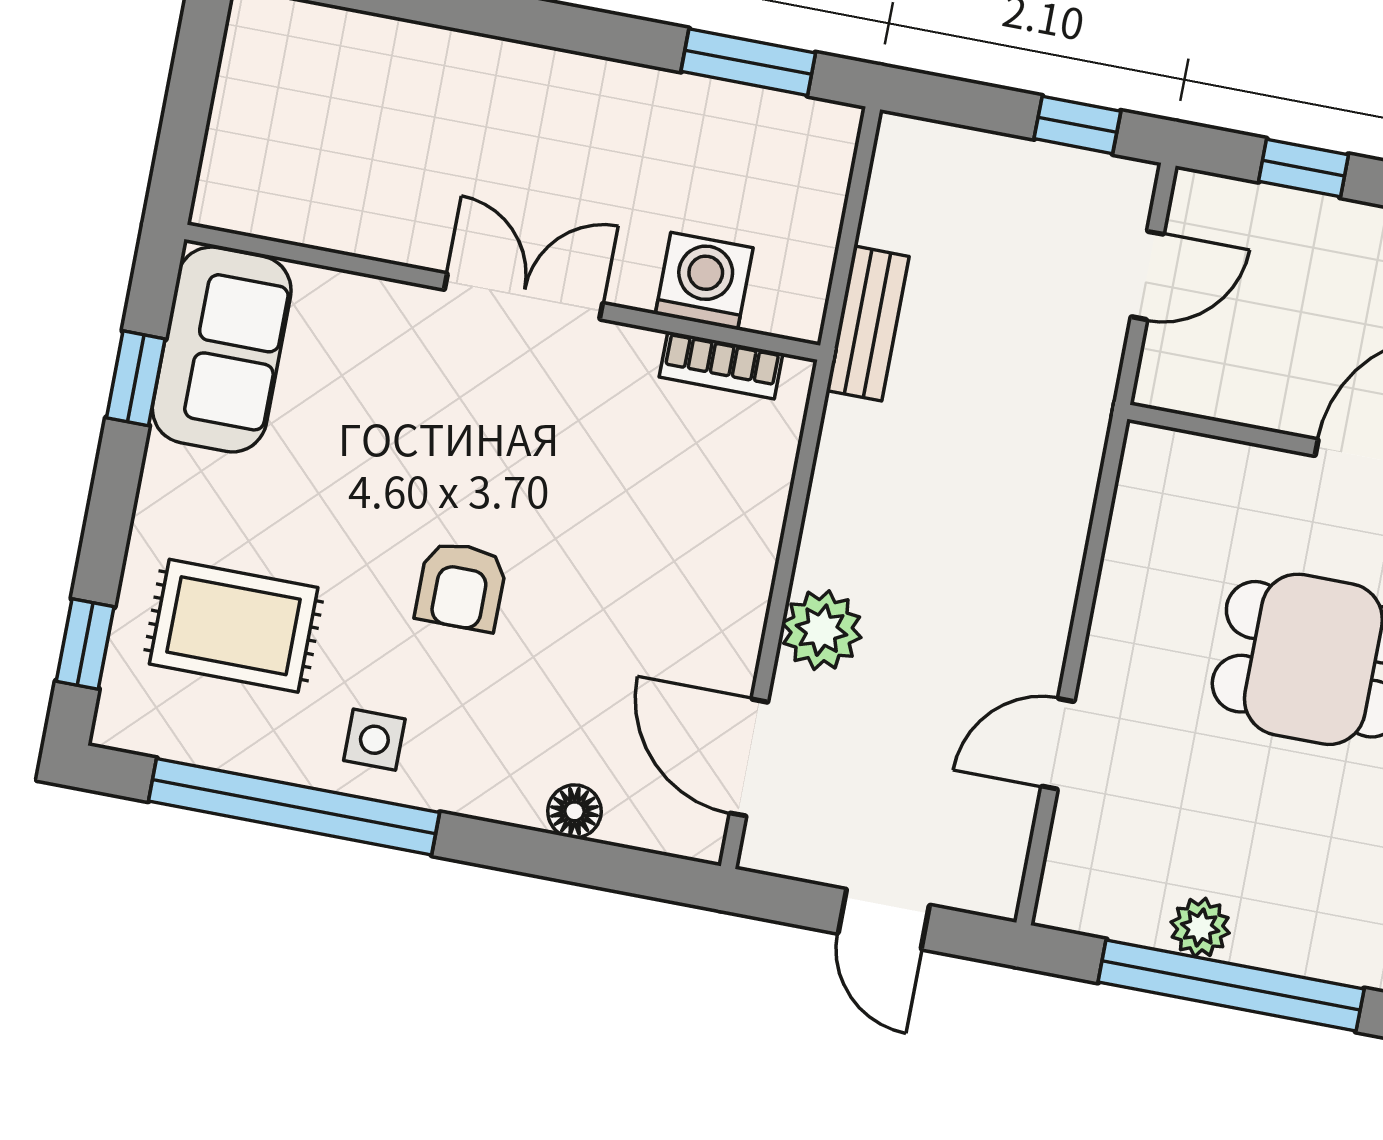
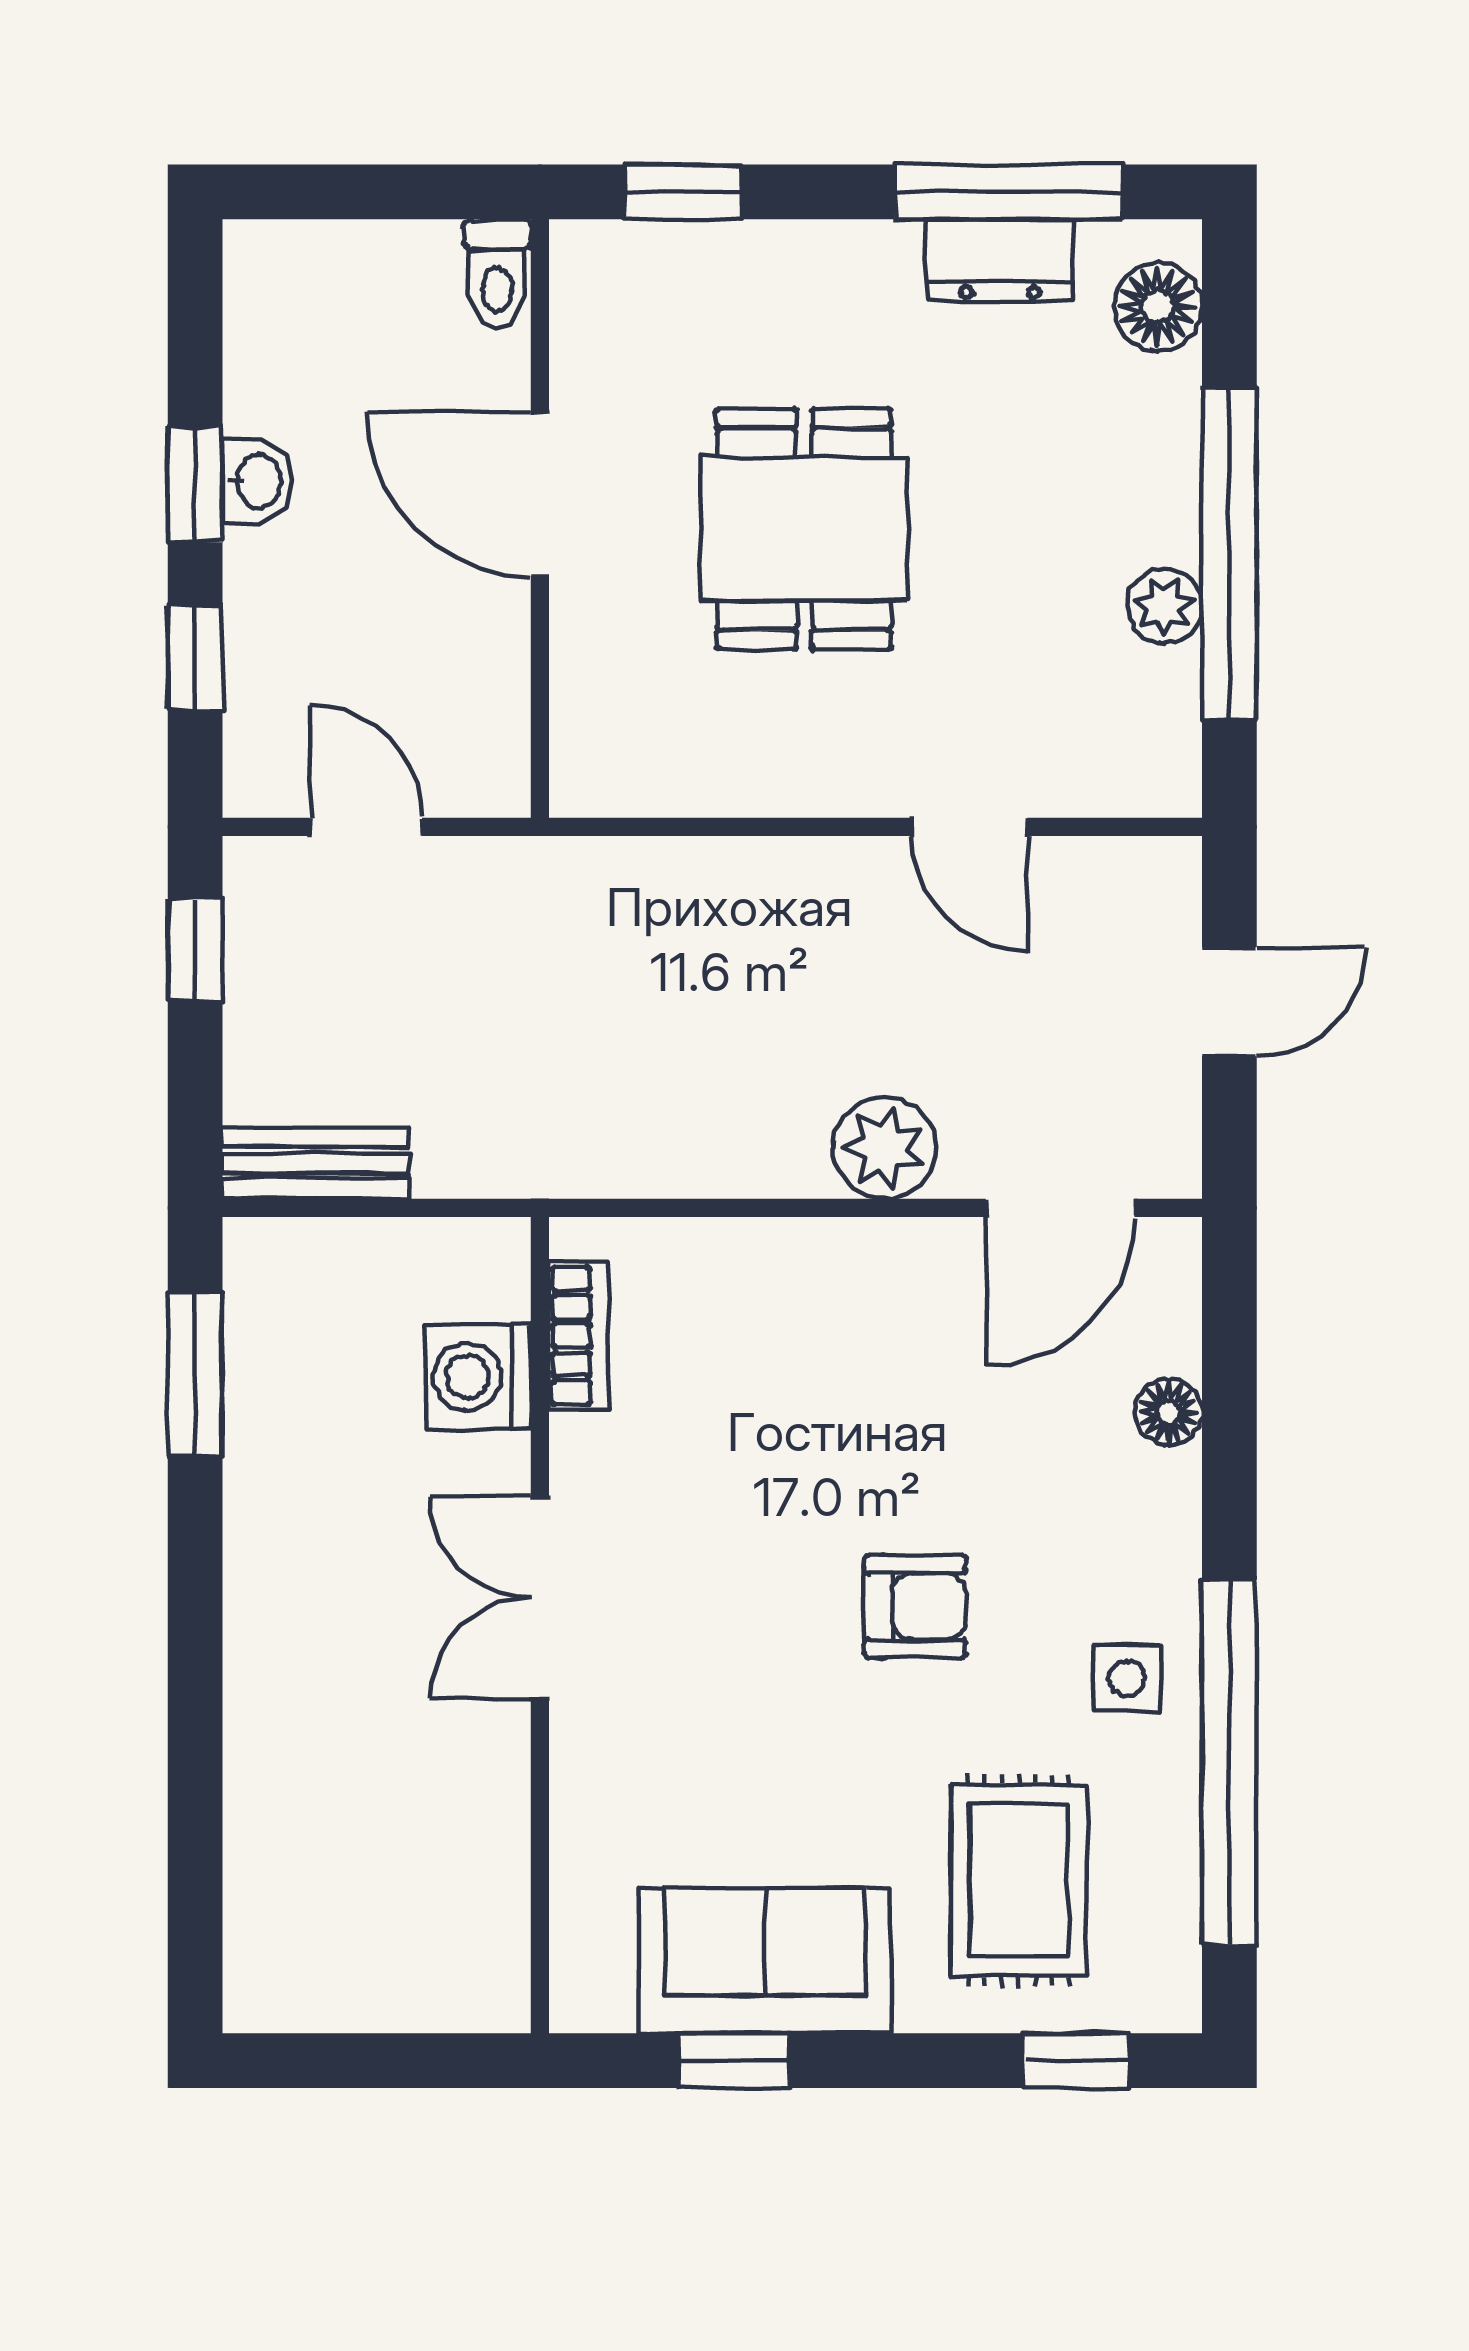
bench: (868, 323) -> (316, 1163), moved
sofa: (222, 350) -> (765, 1961), moved

